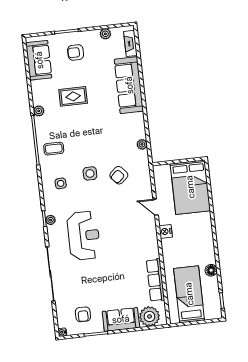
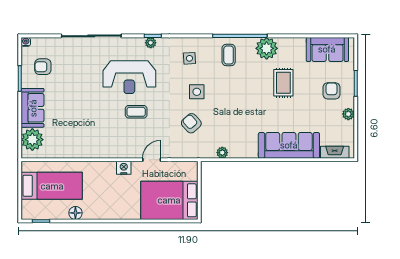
plant: (105, 34) -> (348, 114), moved
plant: (39, 111) -> (267, 48), width x1.88, depth x1.88
coffee table: (114, 226) -> (136, 112), added
row of seats: (156, 280) -> (72, 151), removed

